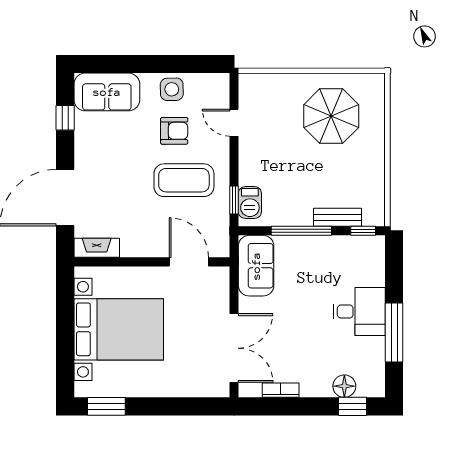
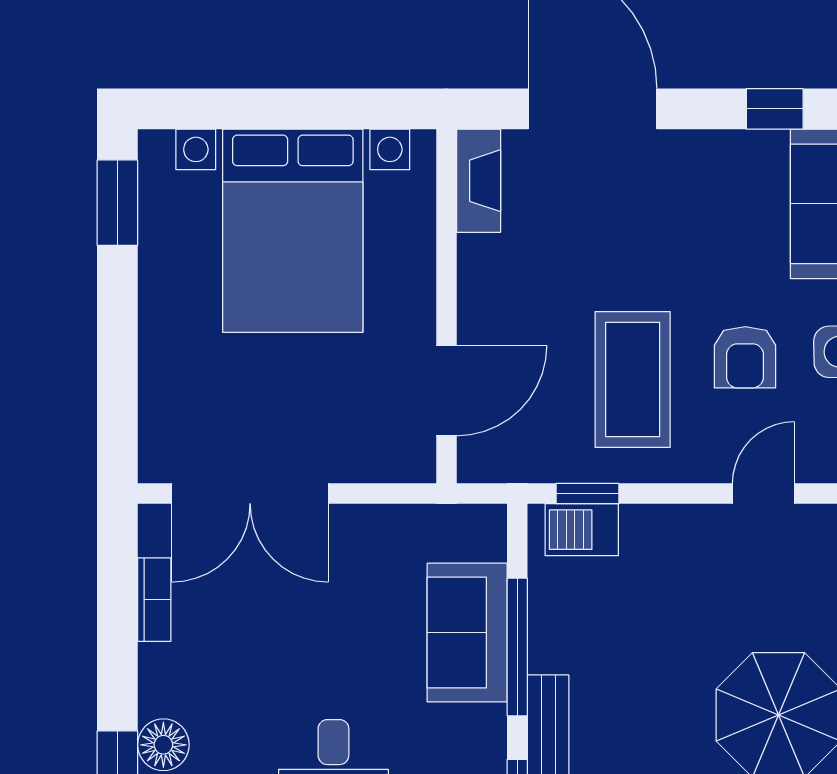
sofa: (256, 266) -> (467, 632), moved, turned 90

